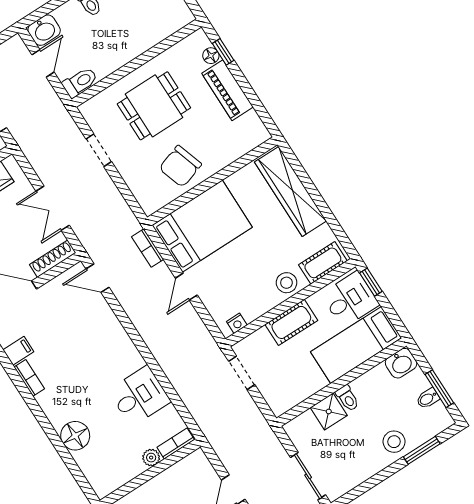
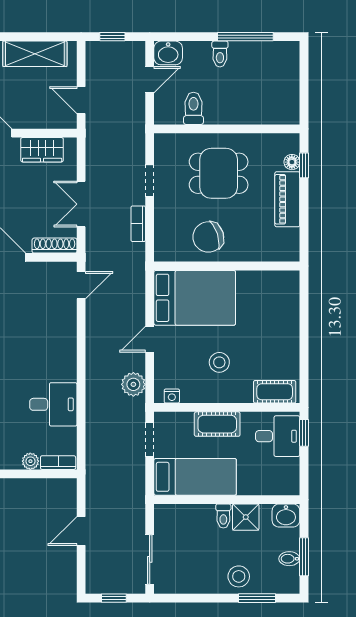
toilet: (80, 82) -> (193, 108), moved, turned -90
wardrobe: (290, 191) -> (286, 316), removed
bookcase: (148, 248) -> (138, 224), moved
door: (98, 278) -> (81, 285), swing flipped
stool: (287, 283) -> (219, 362), moved
plant: (197, 335) -> (133, 384), added
bed: (356, 345) -> (195, 477), moved, turned 180
shower: (329, 411) -> (246, 517), moved

